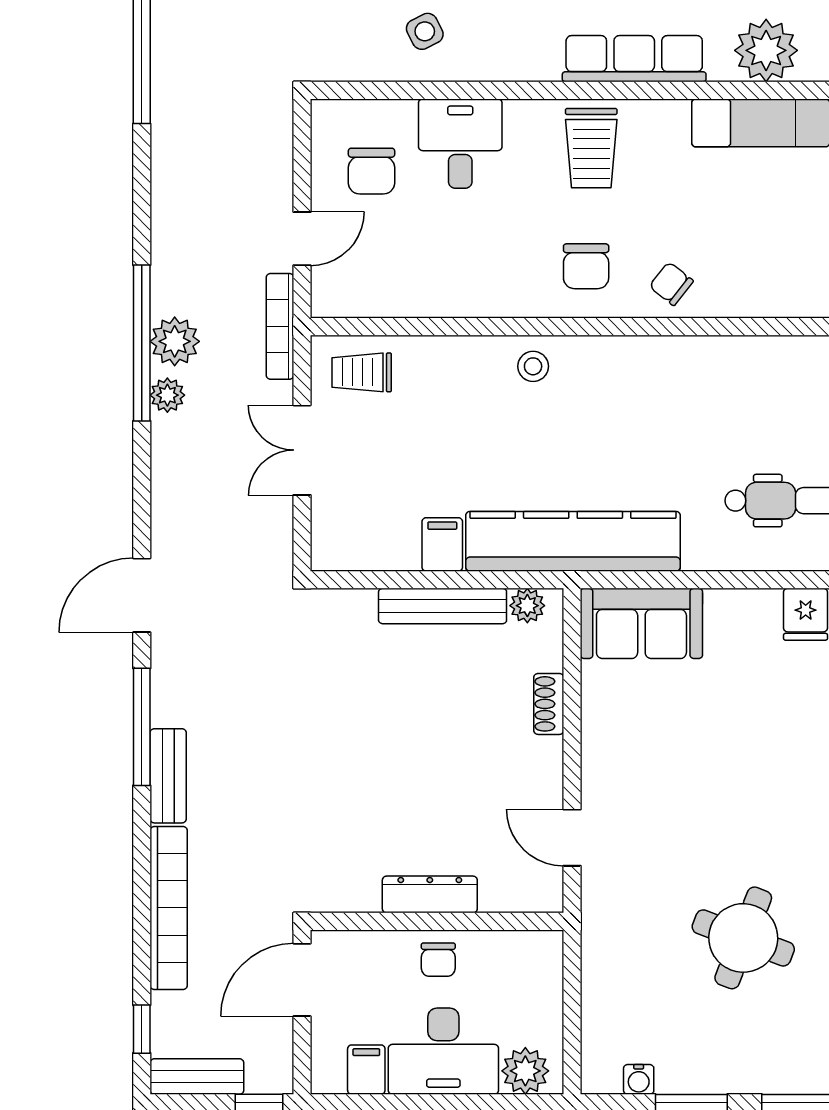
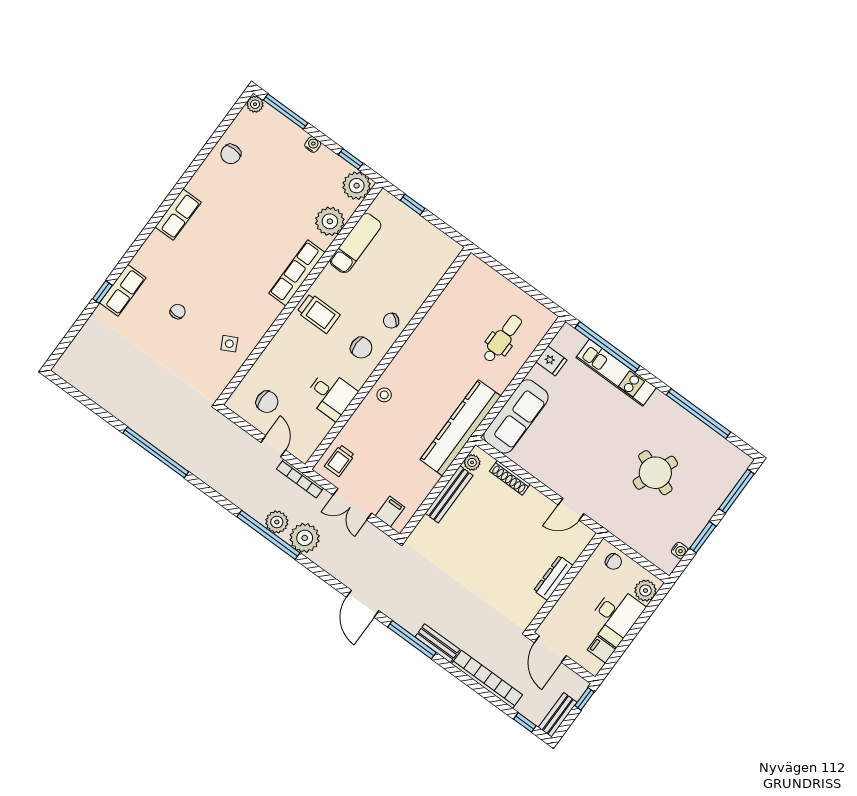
desk: (460, 144) -> (331, 395), moved, turned 180
plant: (167, 395) -> (305, 538), width x1.87, depth x1.87
filing cabinet: (442, 544) -> (390, 512), moved, turned 90
sofa: (641, 623) -> (516, 416), width x1.36
shoe rack: (549, 704) -> (510, 478), width x1.43
chair: (438, 960) -> (613, 562), moved

